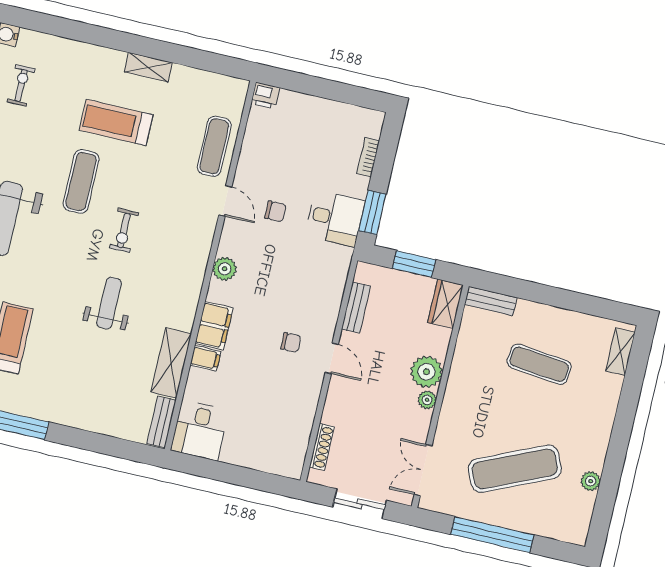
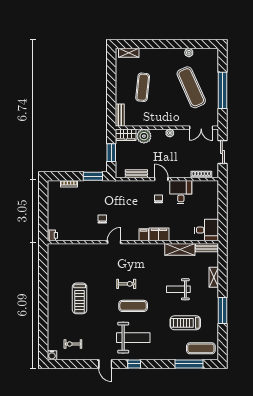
shelving: (148, 67) -> (214, 277), moved
exercise mat: (214, 146) -> (80, 253), removed
exercise mat: (81, 181) -> (133, 306), moved
door: (225, 201) -> (114, 242), moved
desk: (335, 218) -> (181, 192), moved
plant: (225, 269) -> (133, 236), removed
weight bench: (109, 303) -> (178, 289), moved
filing cabinet: (205, 358) -> (144, 235), moved
door: (332, 358) -> (161, 179), hinge flipped
plant: (426, 372) -> (144, 136), moved

